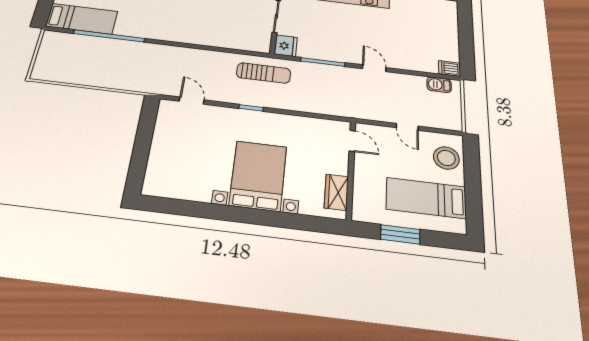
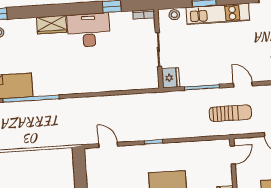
sun lounger: (264, 73) -> (230, 113), moved
door: (352, 141) -> (233, 155), hinge flipped

